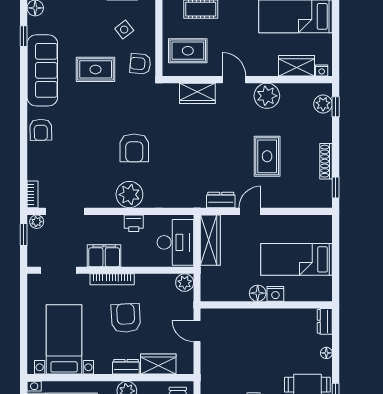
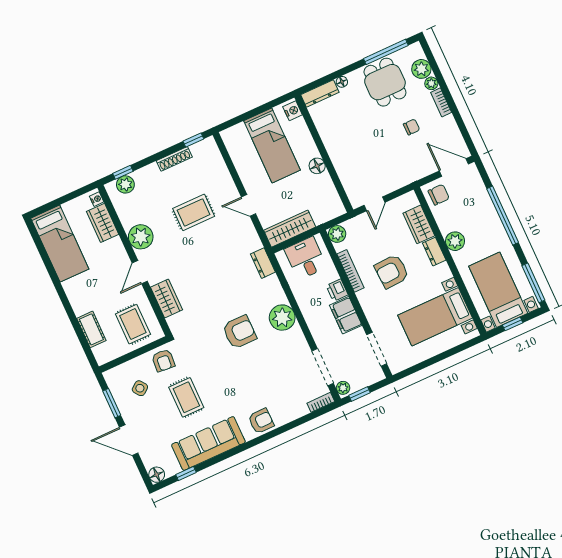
dresser: (221, 200) -> (263, 263), moved
printer: (134, 223) -> (337, 290), moved, turned 180
desk: (175, 242) -> (306, 258), width x0.73
bookcase: (112, 279) -> (350, 271), moved
nightstand: (275, 294) -> (293, 111), moved
dresser: (325, 321) -> (320, 94), width x1.44

